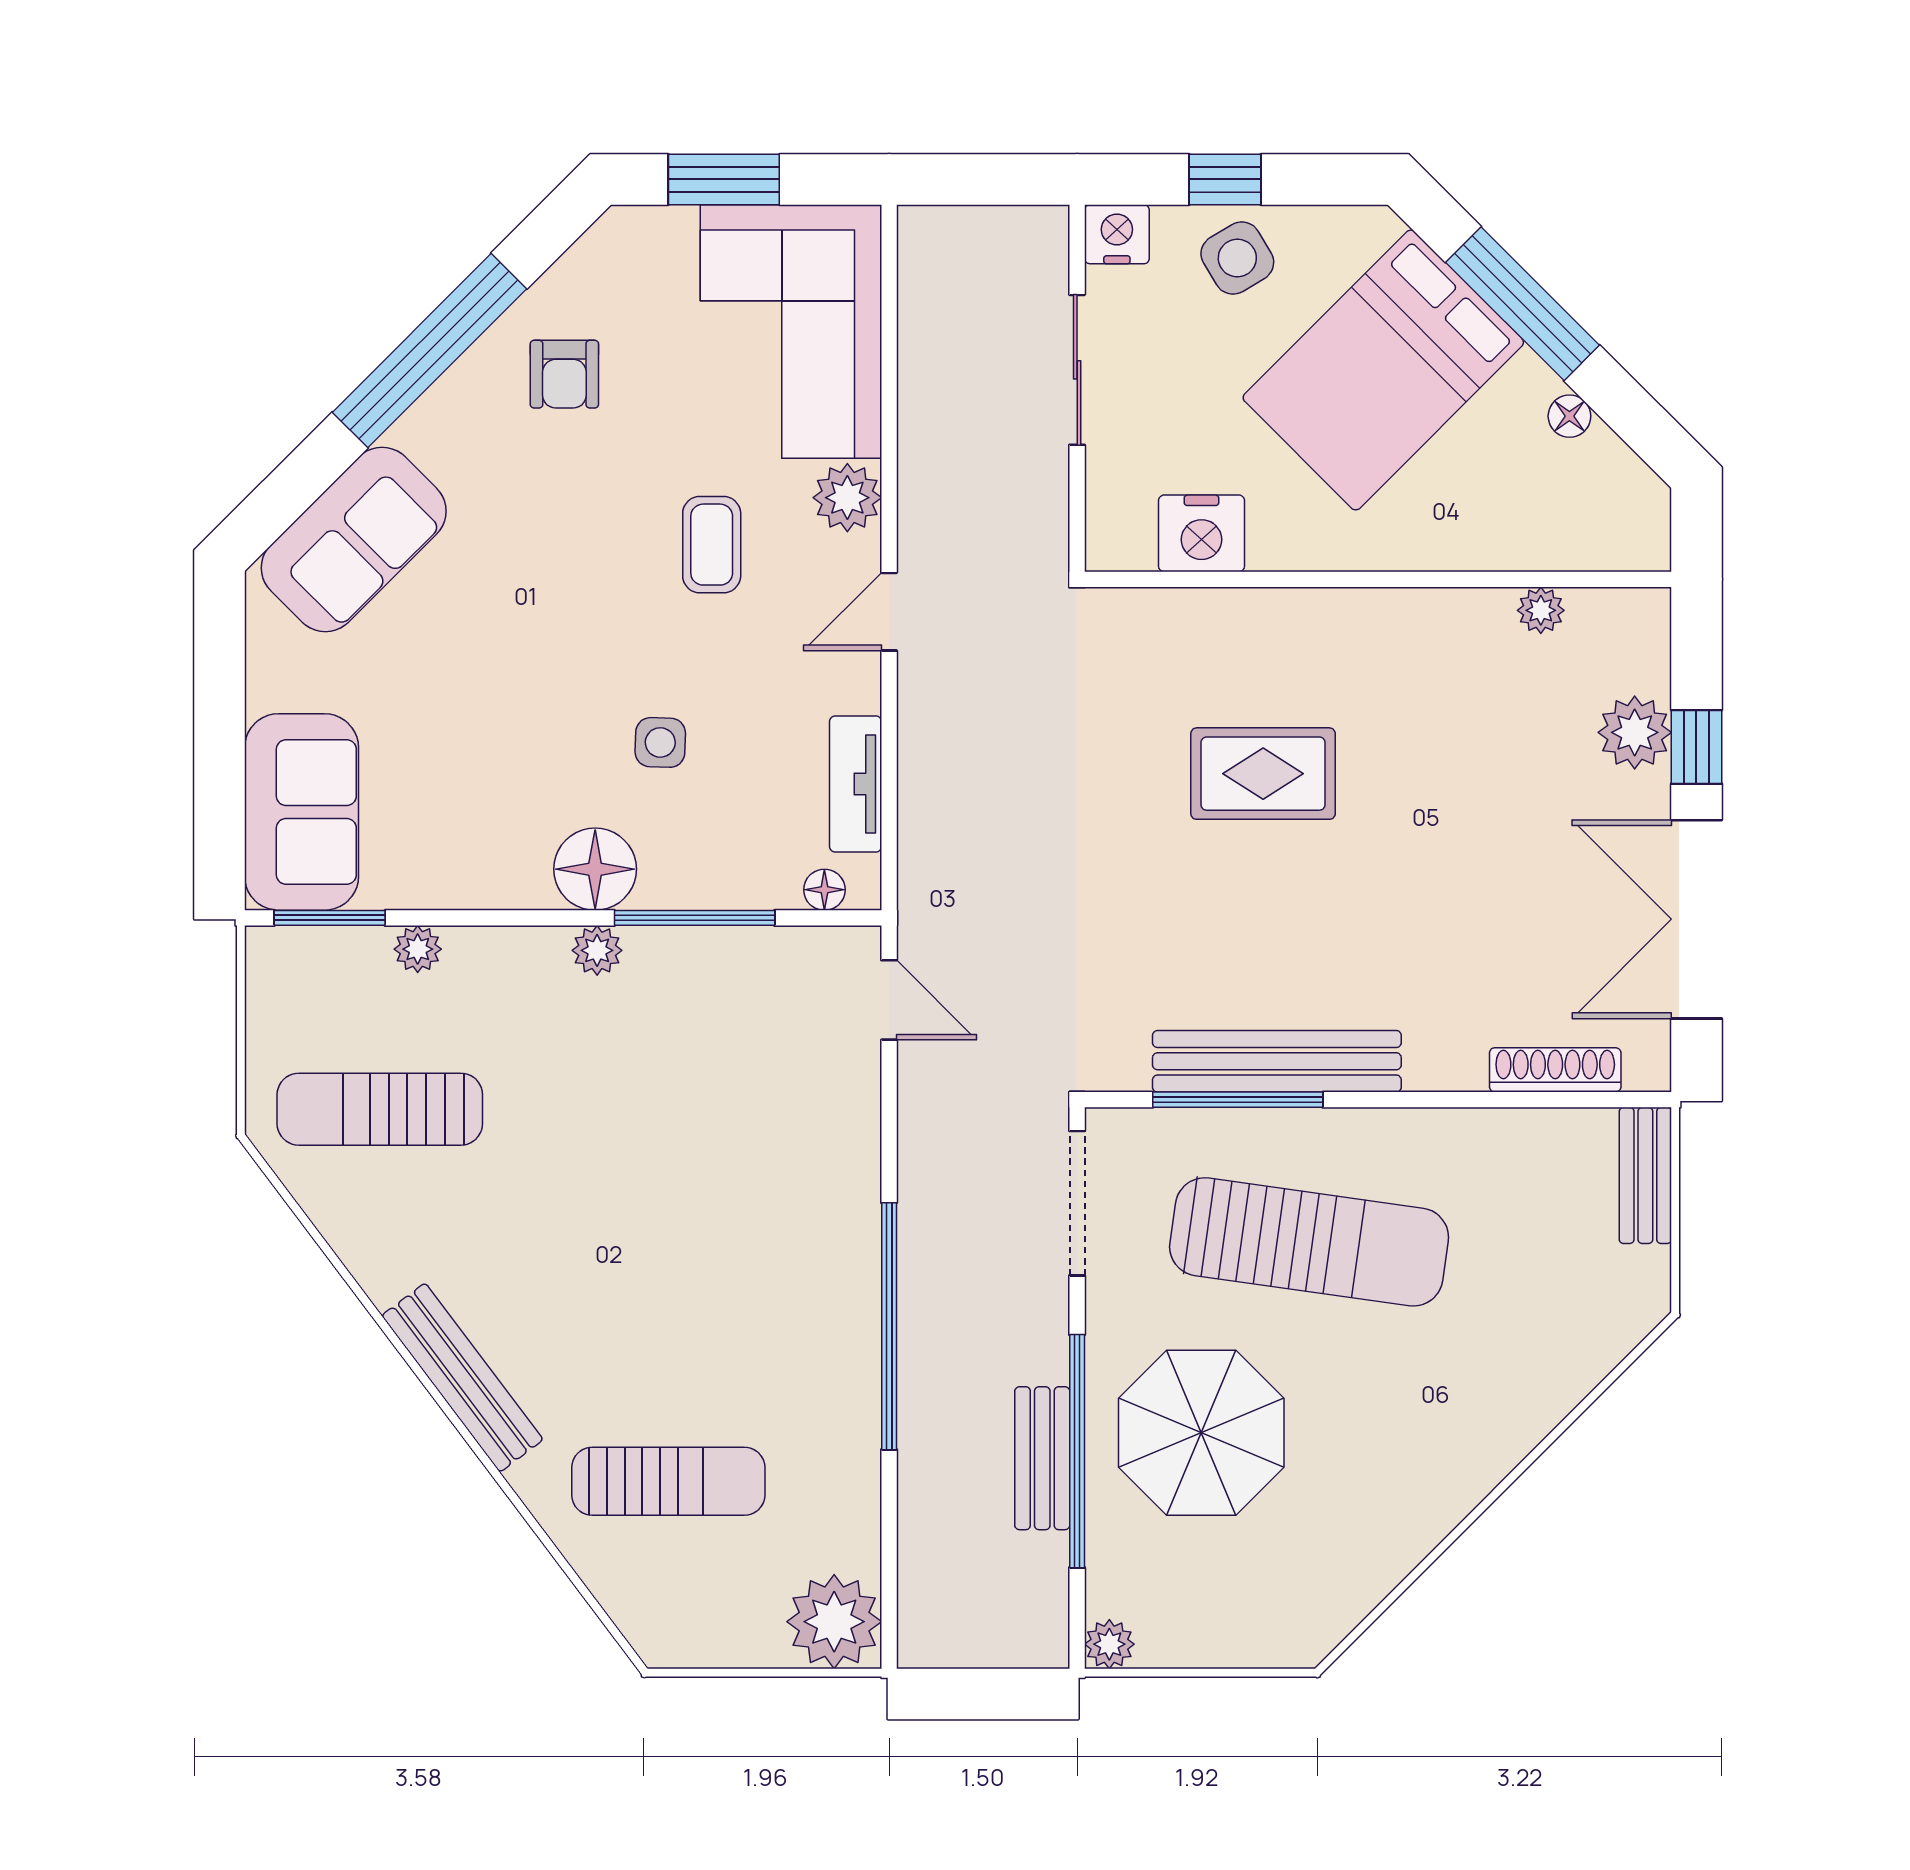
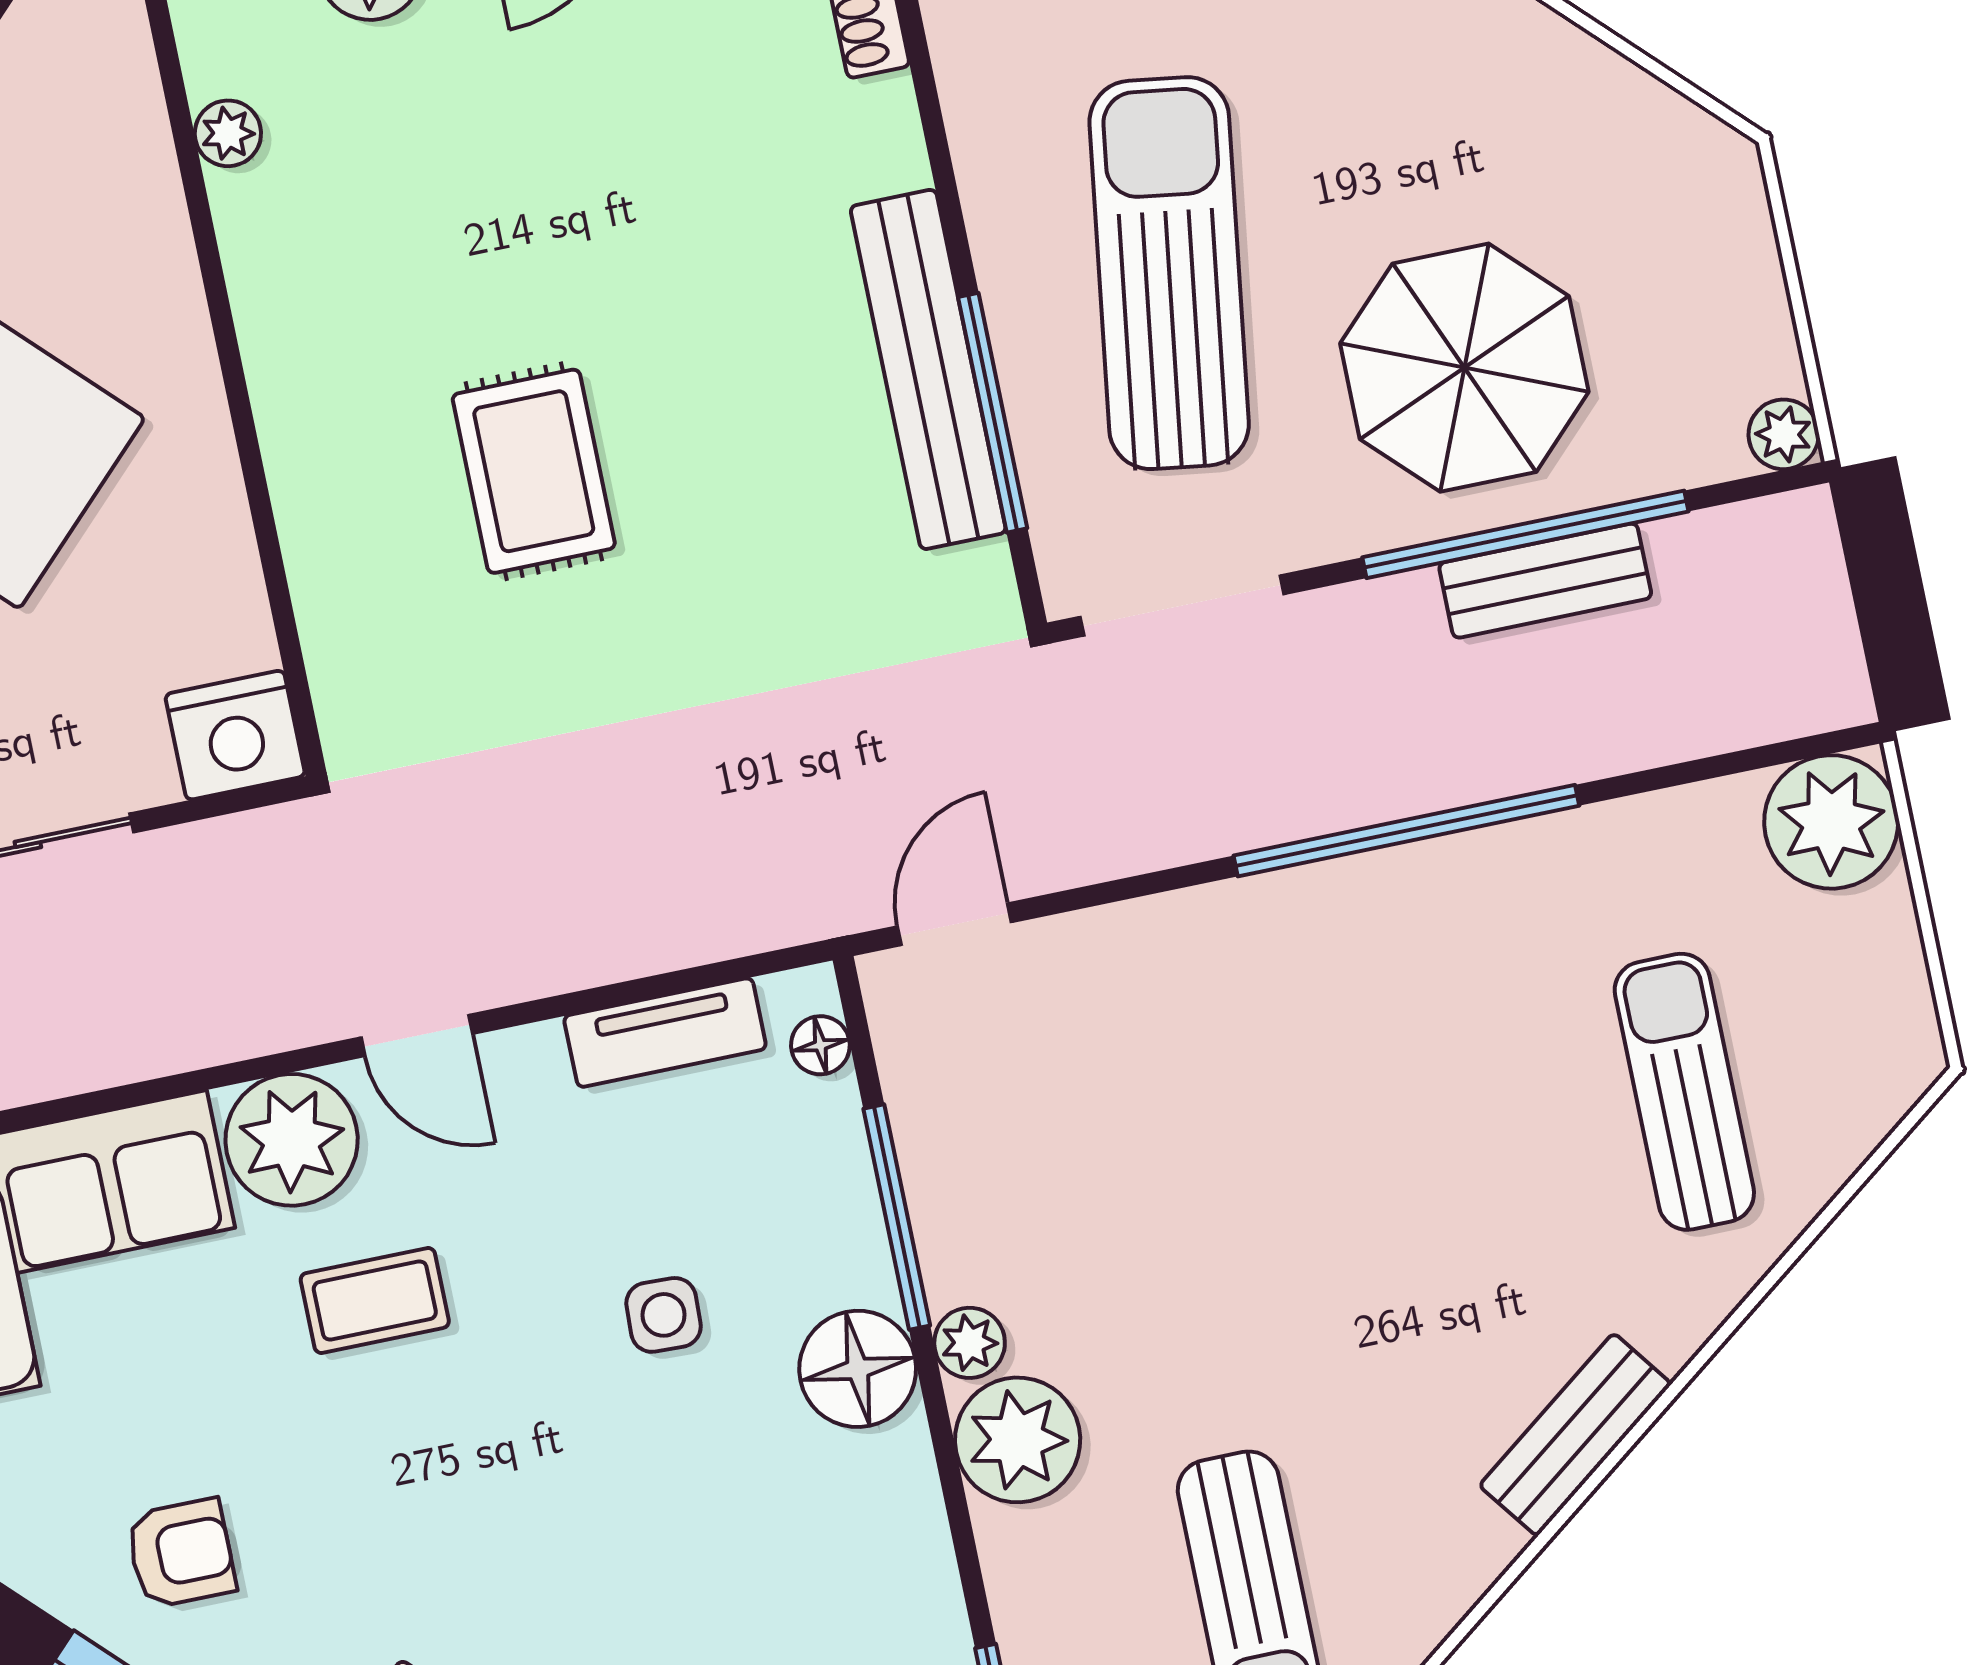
plant: (847, 498) -> (292, 1140), width x1.36, depth x1.36
nightstand: (1201, 533) -> (235, 735), moved, turned 90
plant: (418, 949) -> (1018, 1440), moved, width x1.88, depth x1.88
bench: (462, 1378) -> (1575, 1435), width x0.73

